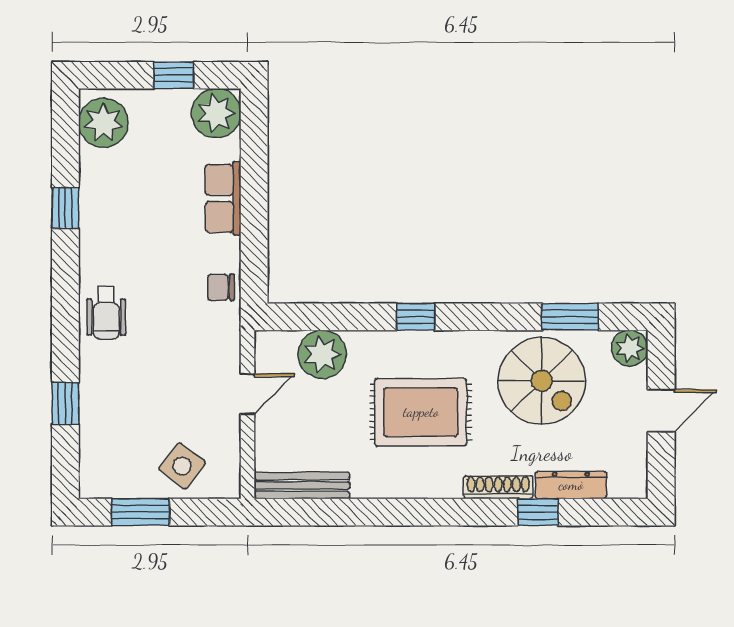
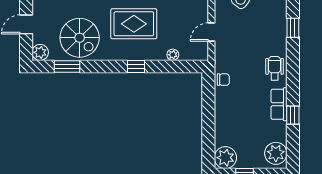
row of seats: (223, 198) -> (279, 104), moved, turned 180
plant: (322, 354) -> (173, 55), width x0.53, depth x0.53
spiral stairs: (542, 381) -> (80, 38), turned 180

